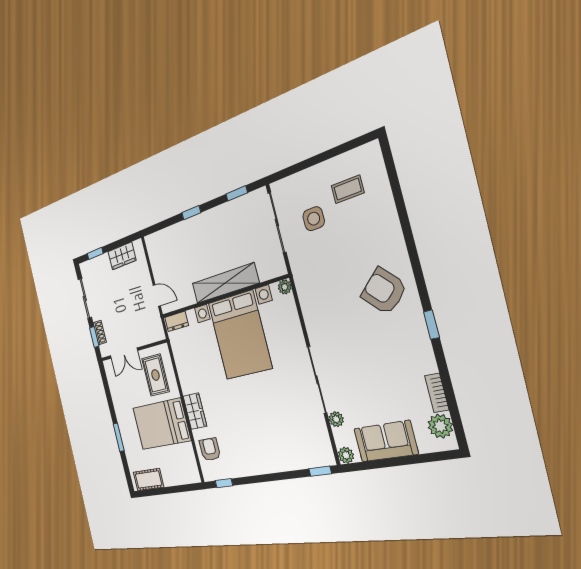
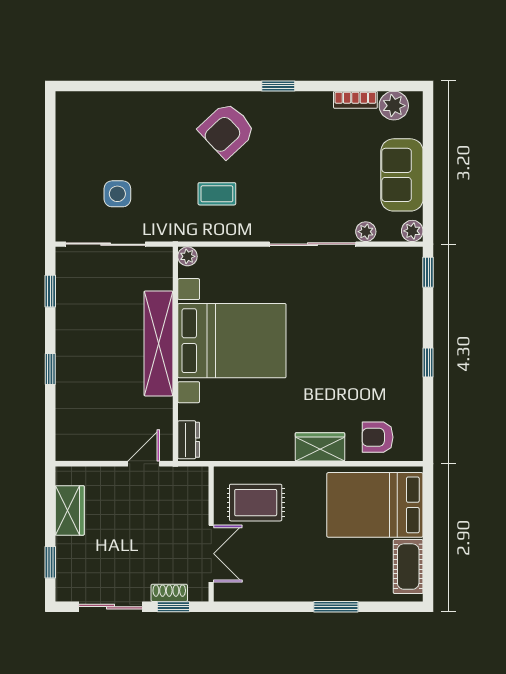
coffee table: (348, 189) -> (217, 194), moved, turned 90
bed: (161, 424) -> (375, 505), moved, turned 90
window: (224, 483) -> (428, 363), moved

